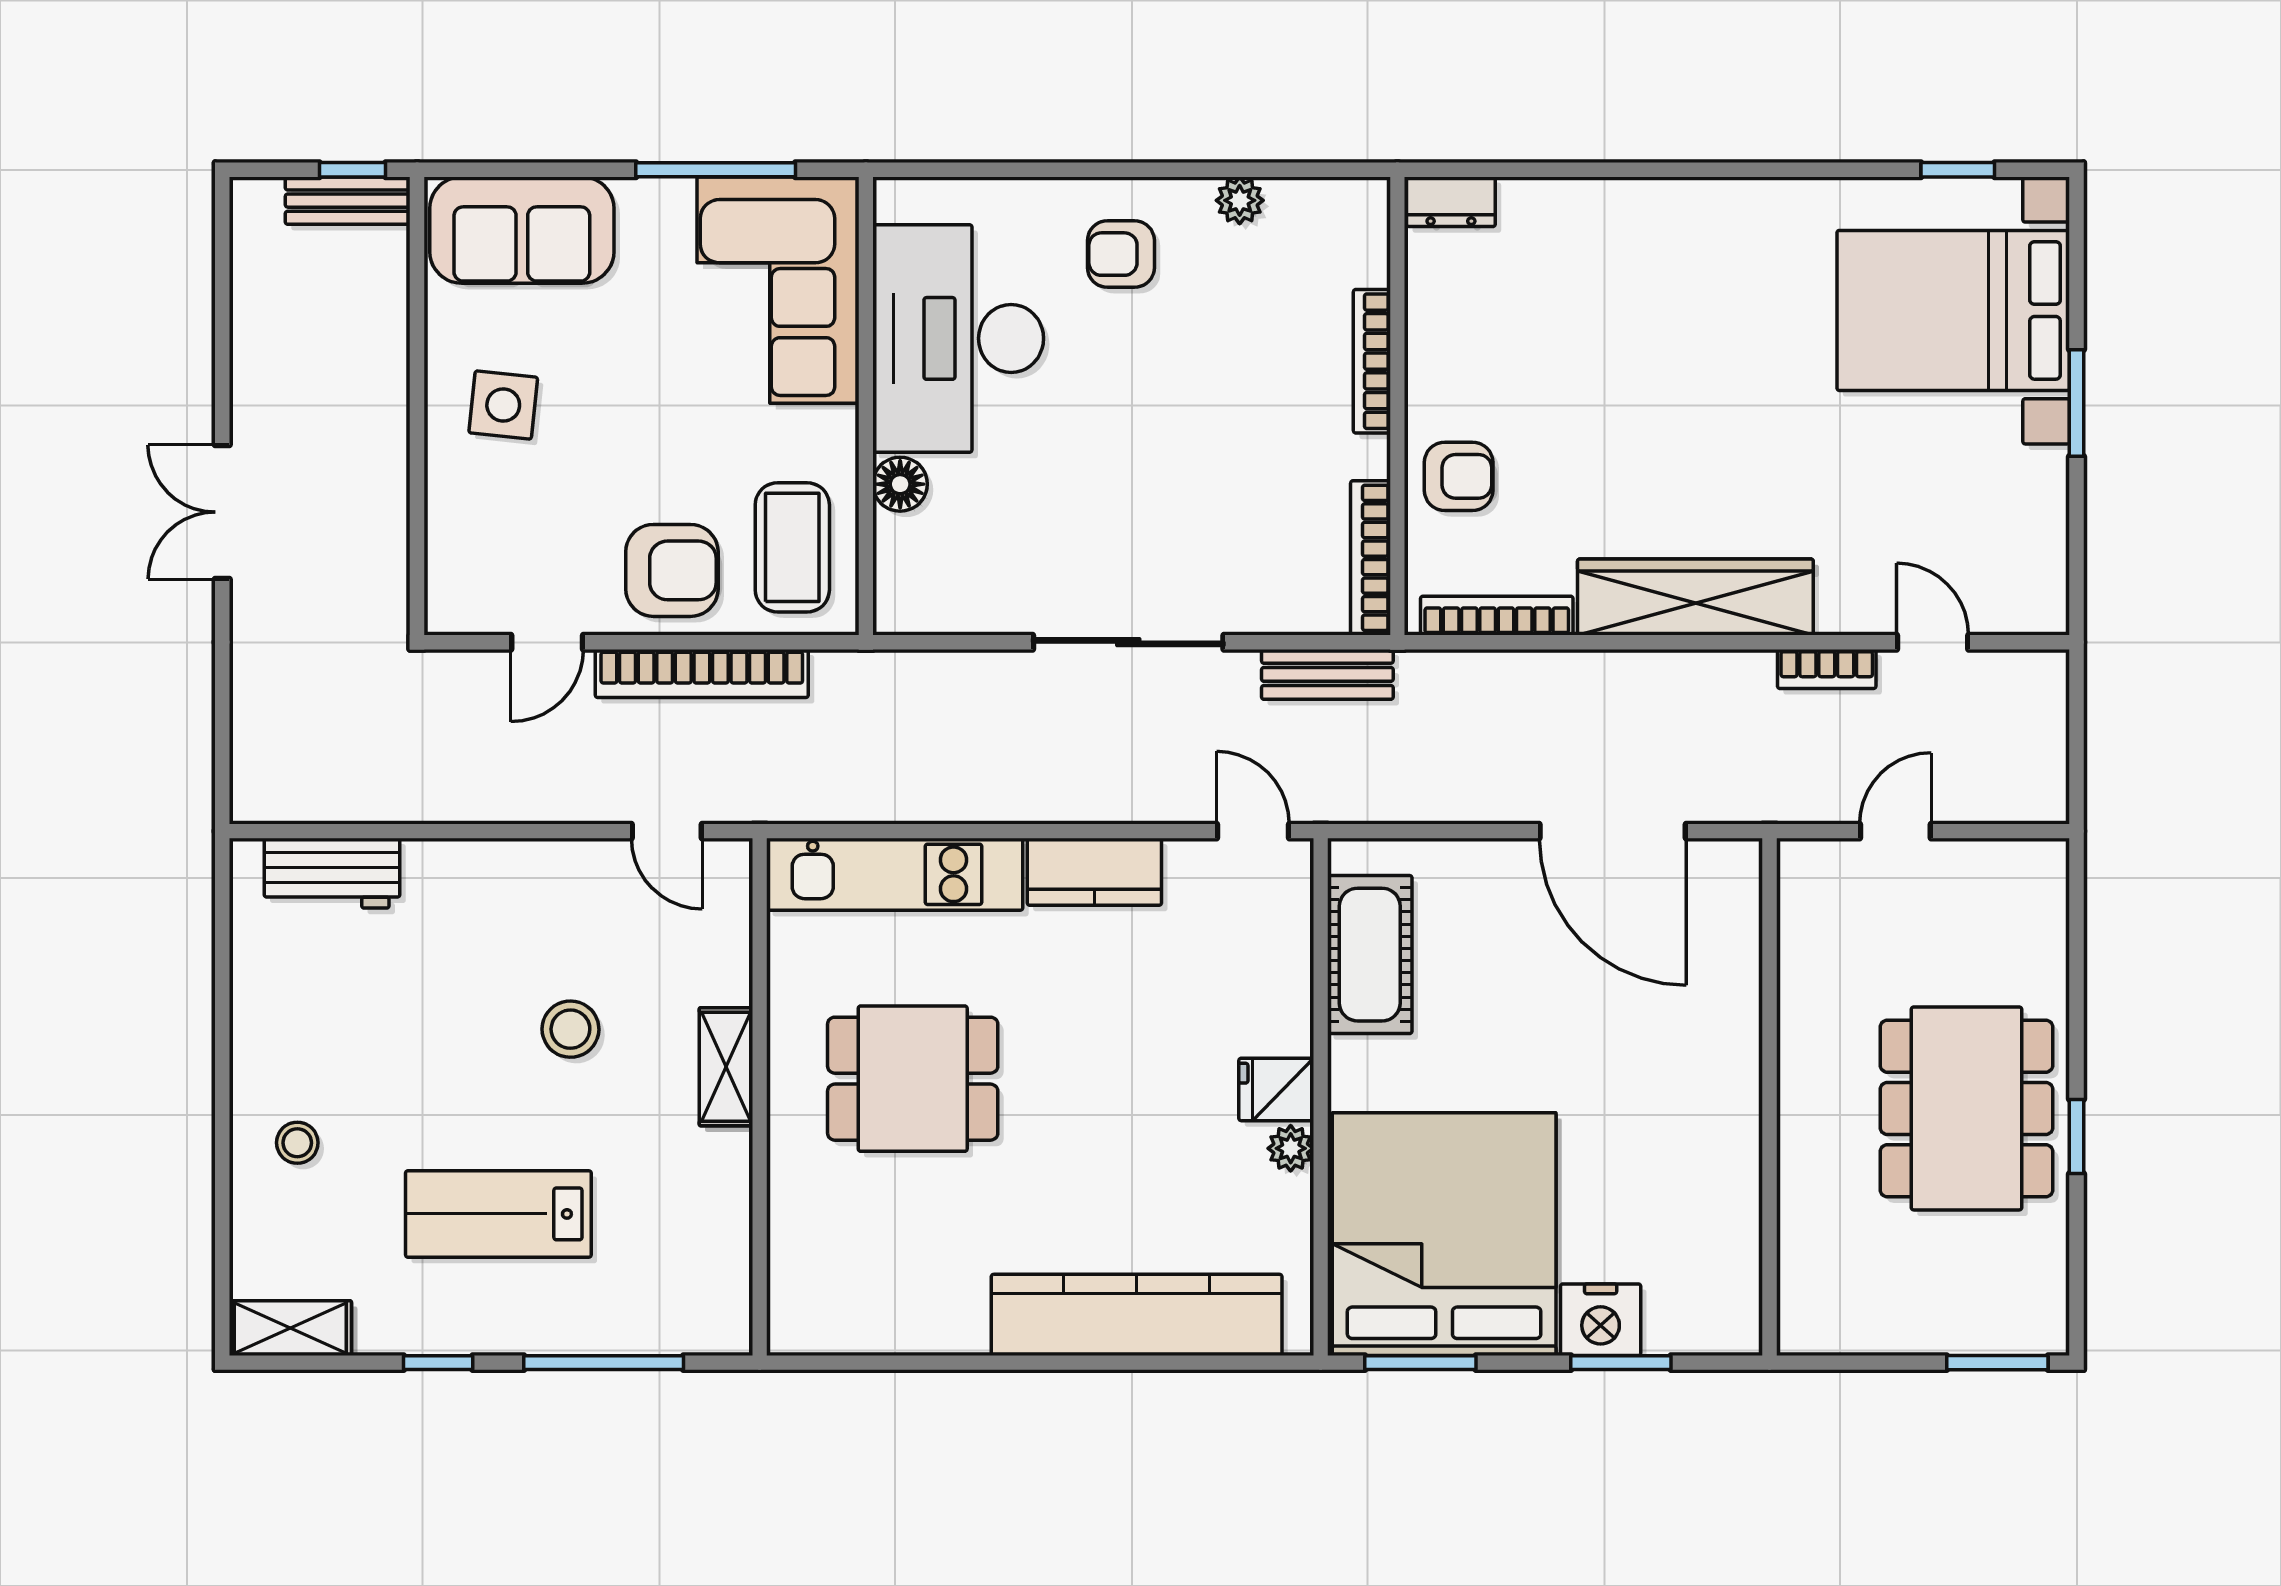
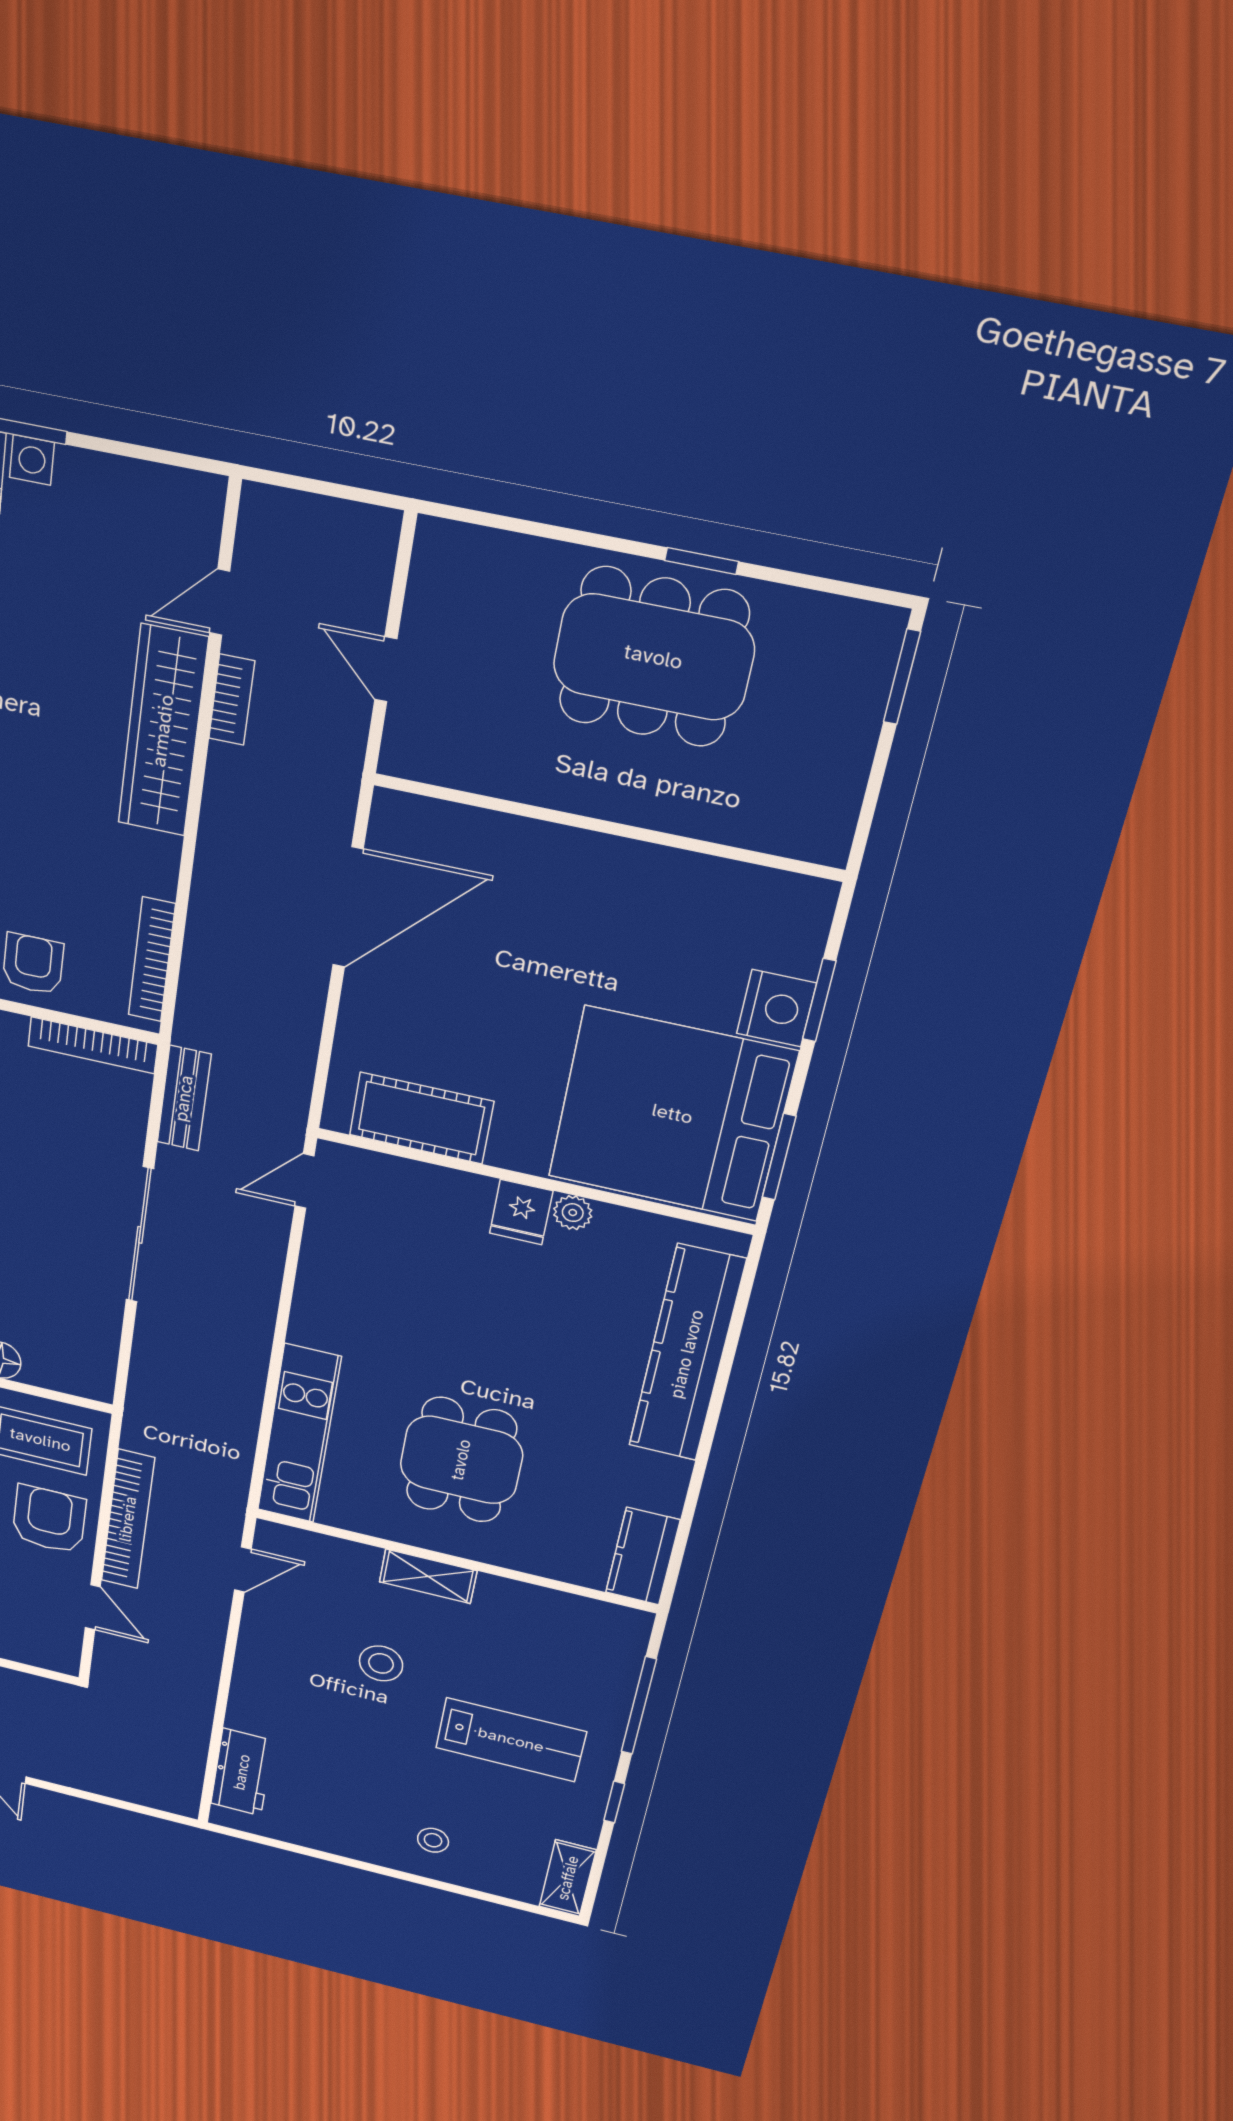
wardrobe: (1695, 597) -> (163, 731), moved
kitchen counter: (1094, 872) -> (643, 1556), moved, turned 180
lab bench: (498, 1214) -> (511, 1740), turned -90

